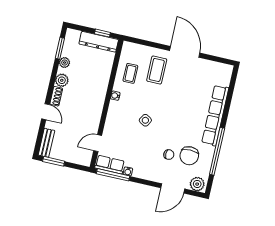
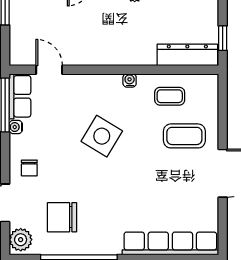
dresser: (99, 42) -> (187, 55), moved, turned 90
row of seats: (215, 115) -> (170, 244), moved
side table: (145, 120) -> (102, 136), width x1.87, depth x1.87
chair: (169, 155) -> (29, 168), moved

